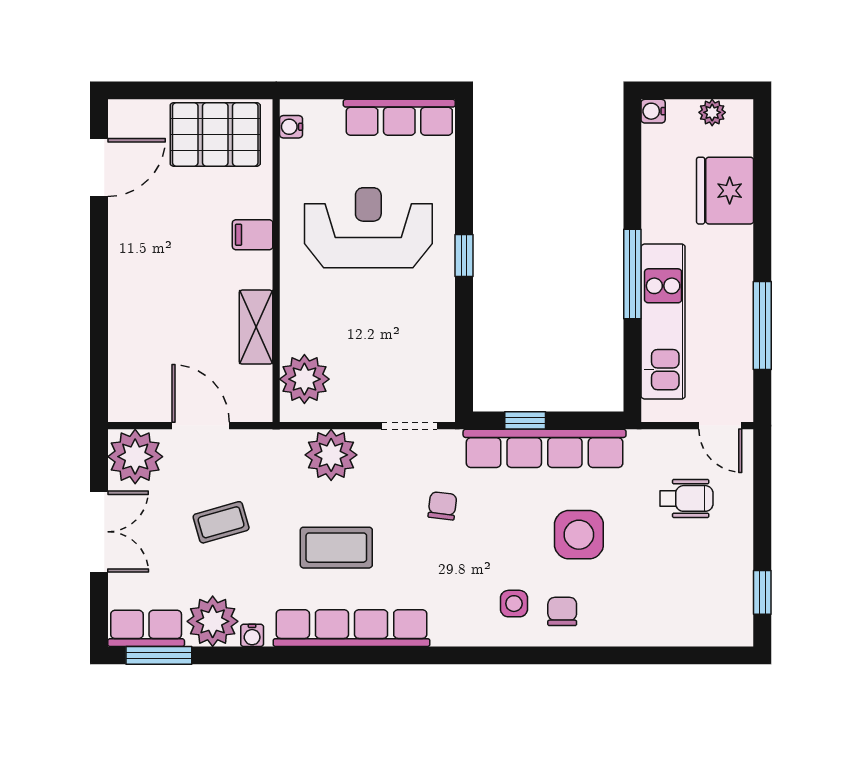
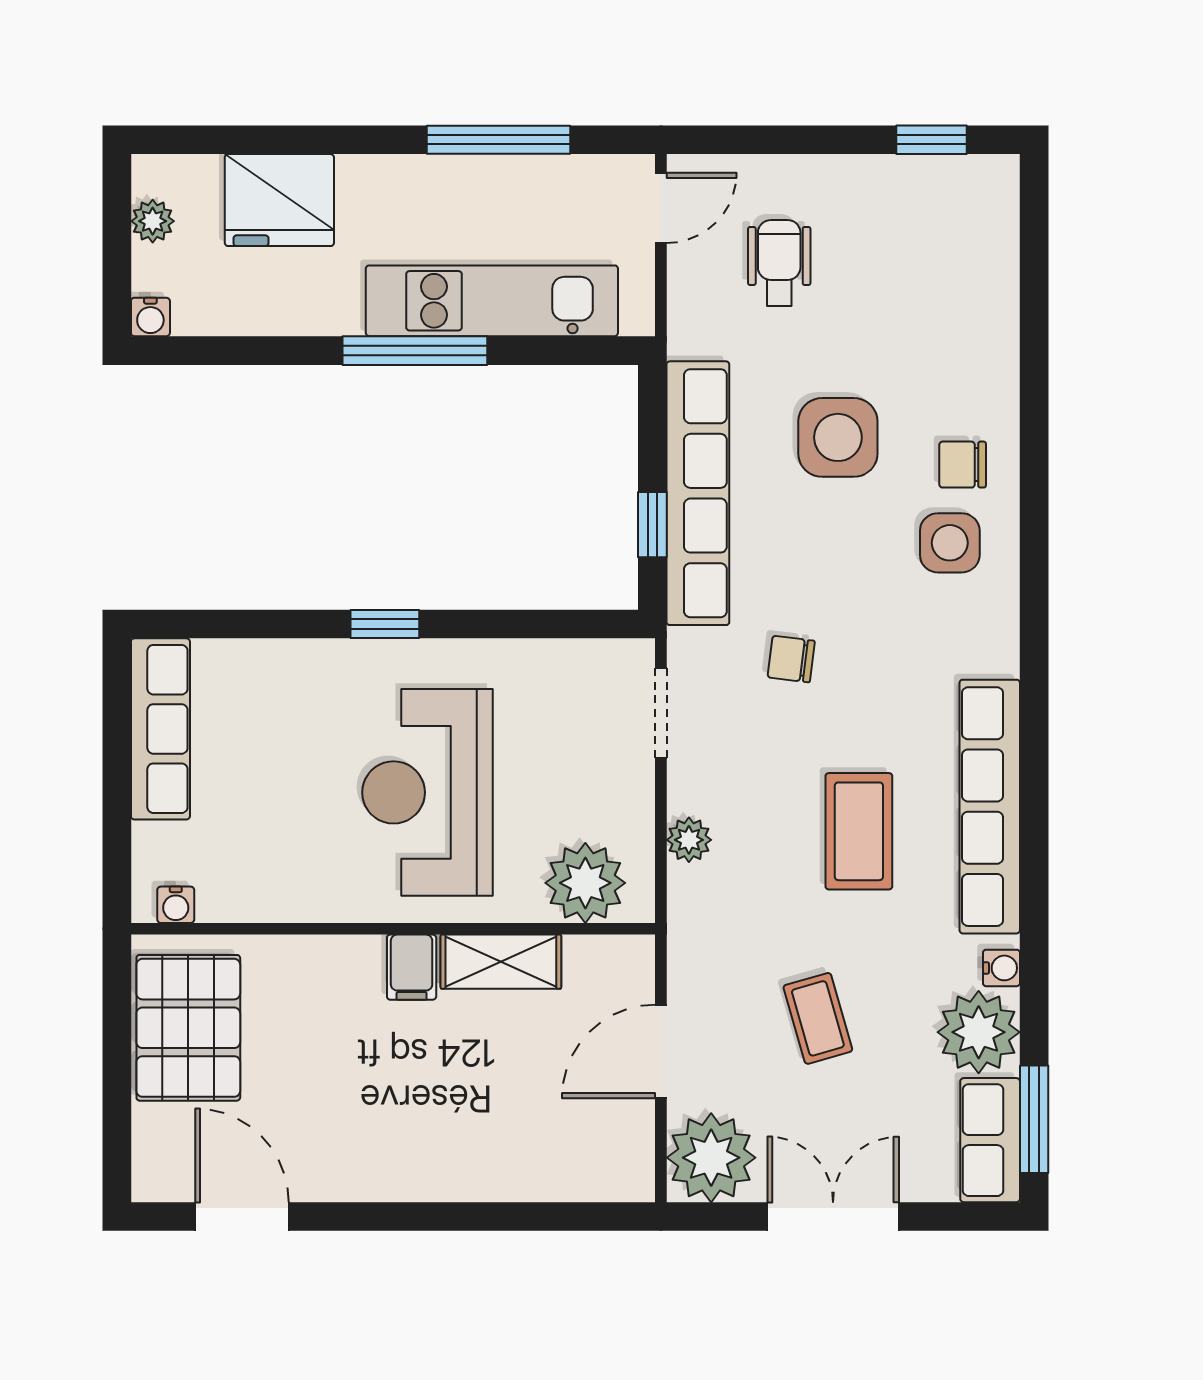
reception desk: (368, 228) -> (427, 792), moved
filing cabinet: (253, 235) -> (412, 967), moved
plant: (331, 455) -> (689, 840), width x0.53, depth x0.53
side table: (514, 604) -> (950, 543), width x1.37, depth x1.37

